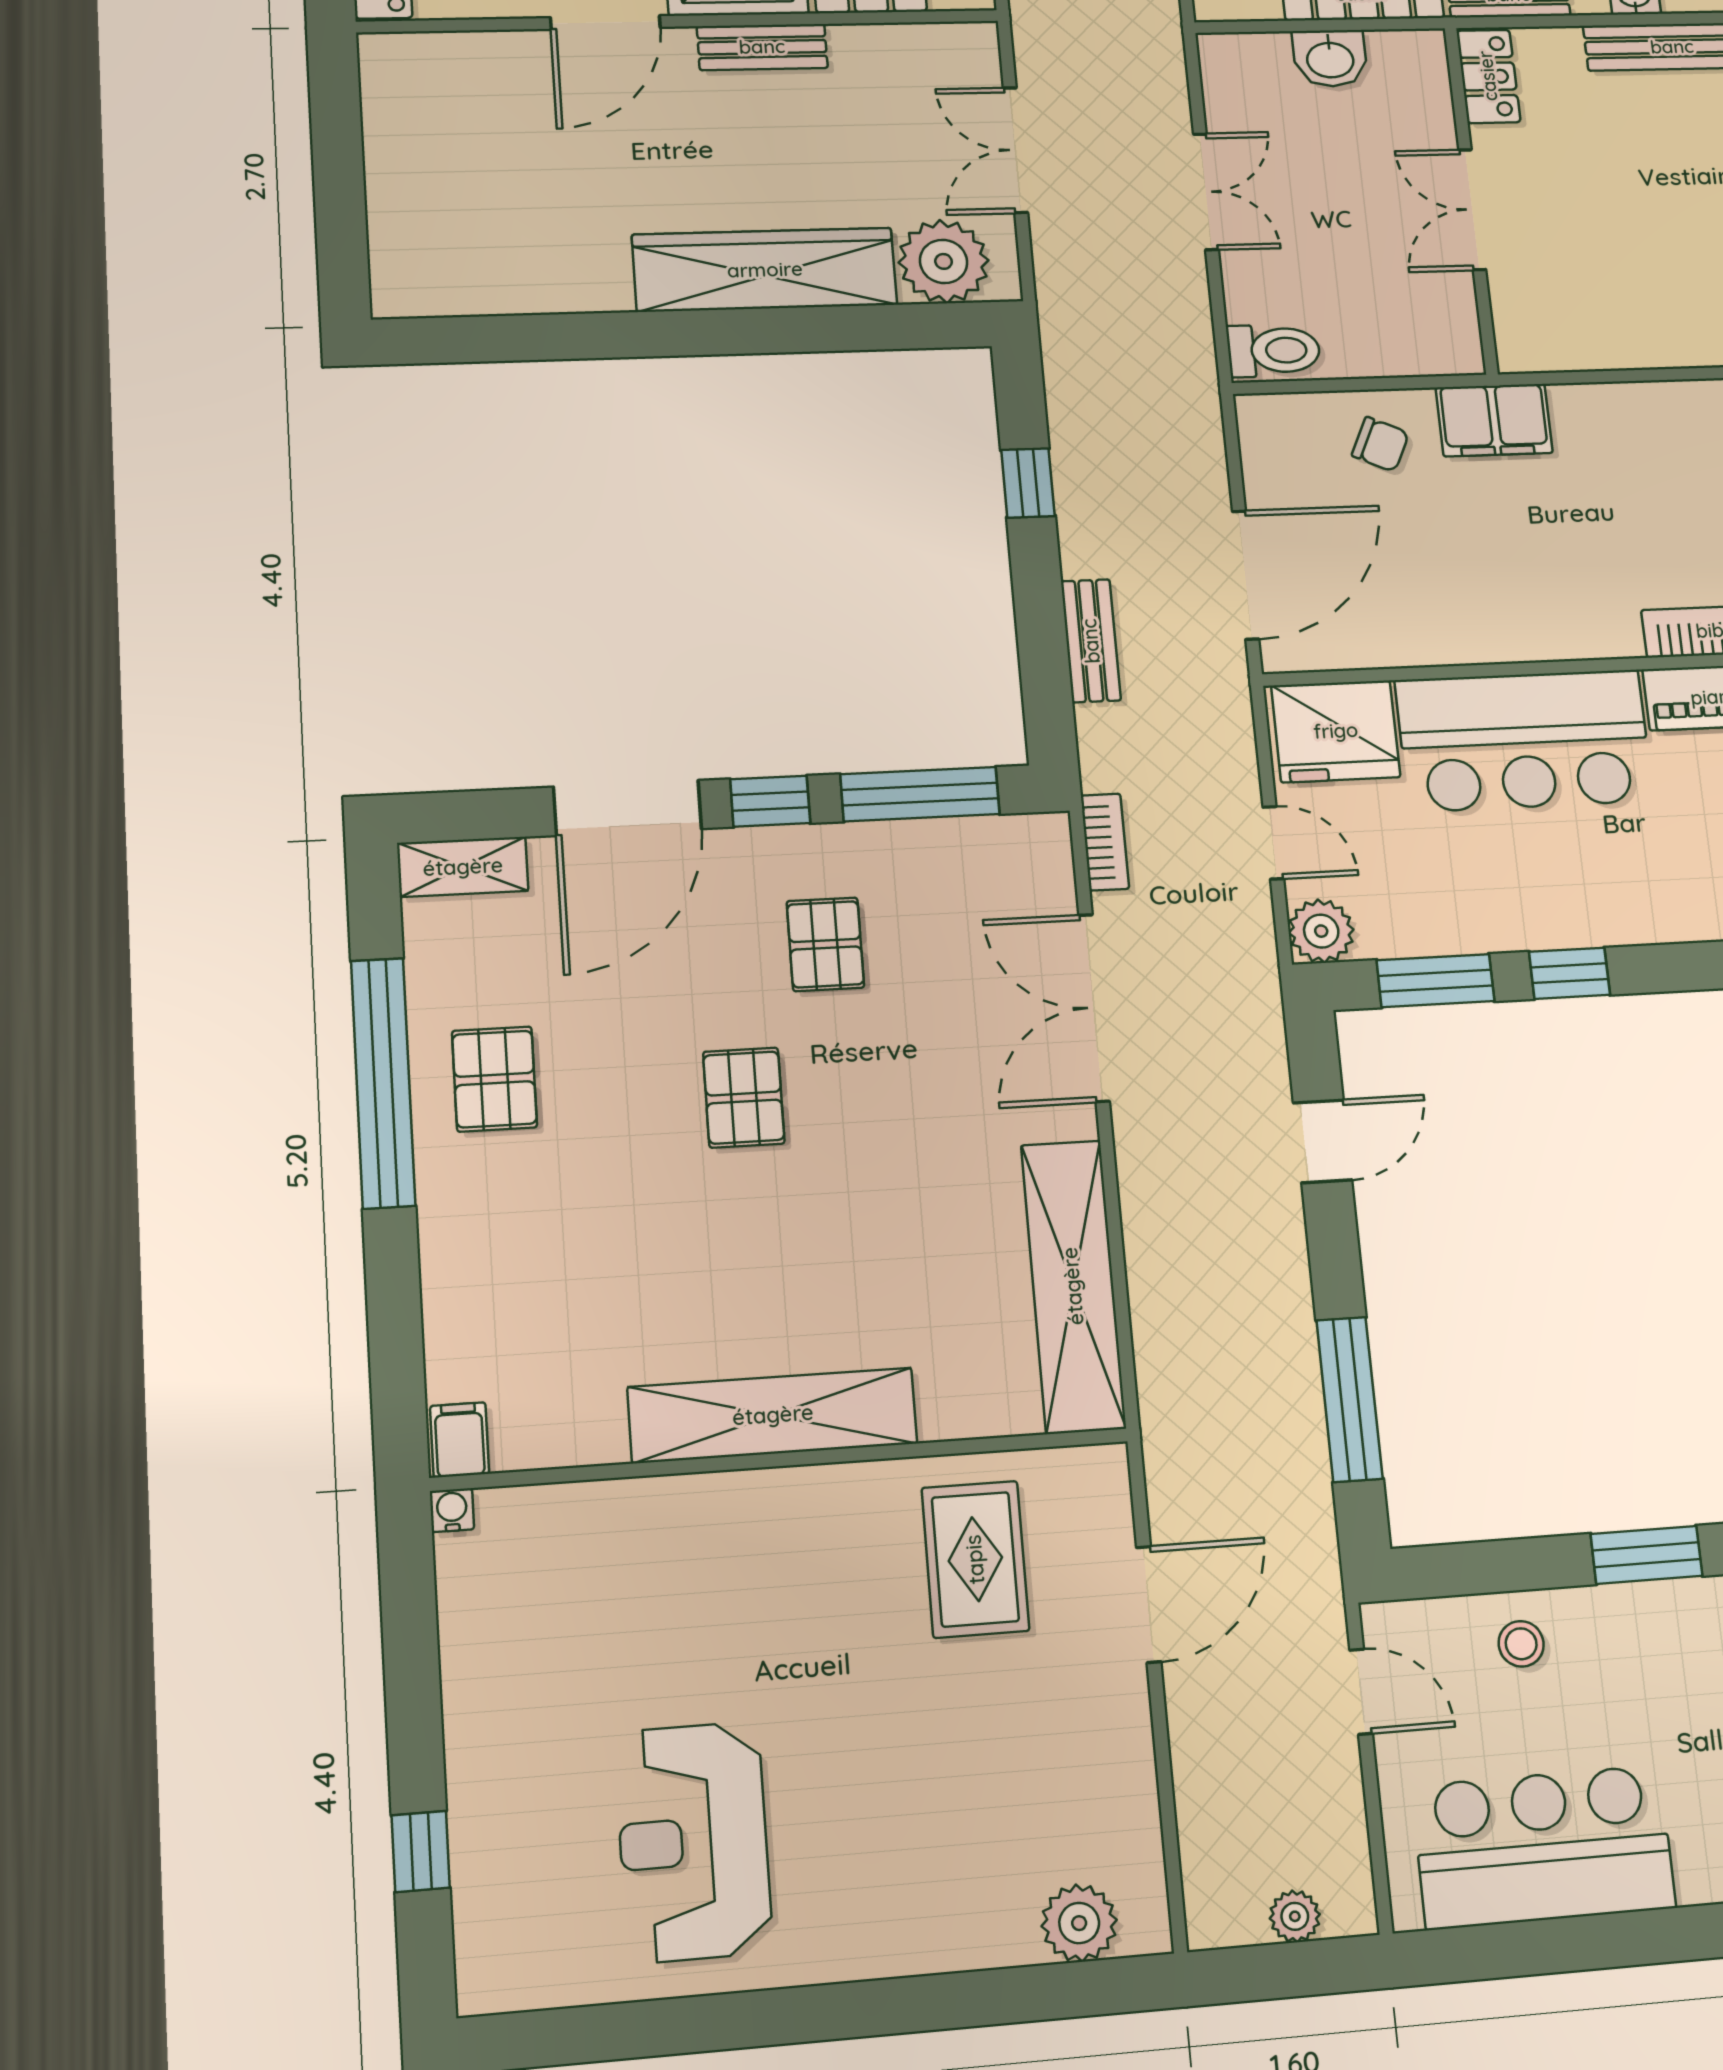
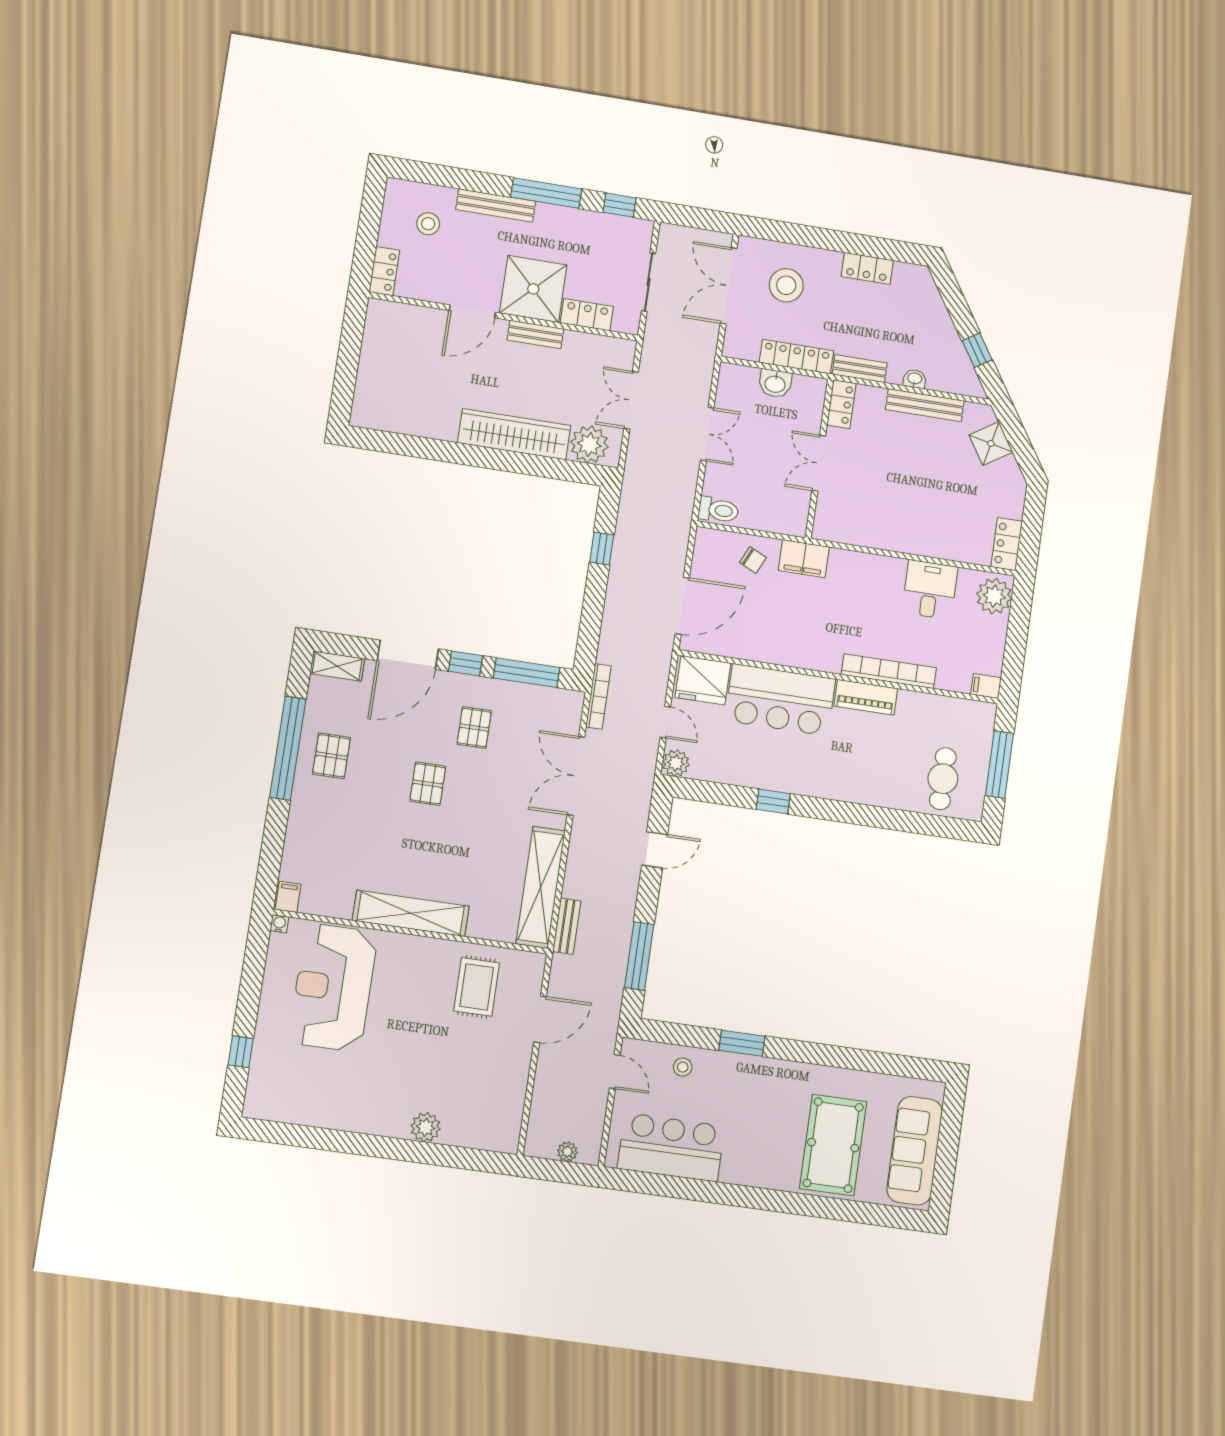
bench: (1091, 641) -> (567, 926), moved
bookcase: (1105, 842) -> (598, 696), width x1.56
window: (1435, 981) -> (717, 793), removed
reception desk: (693, 1842) -> (333, 987), moved, width x1.36, depth x1.30
plant: (1079, 1923) -> (426, 1127), moved

